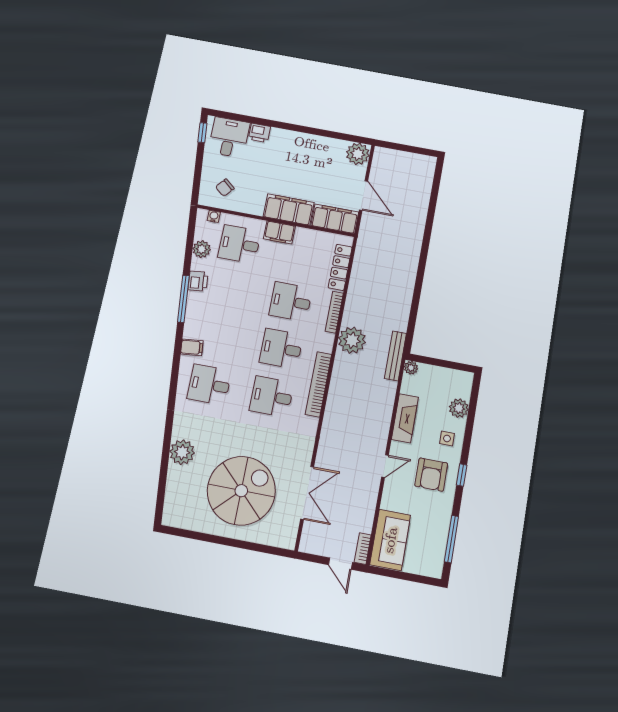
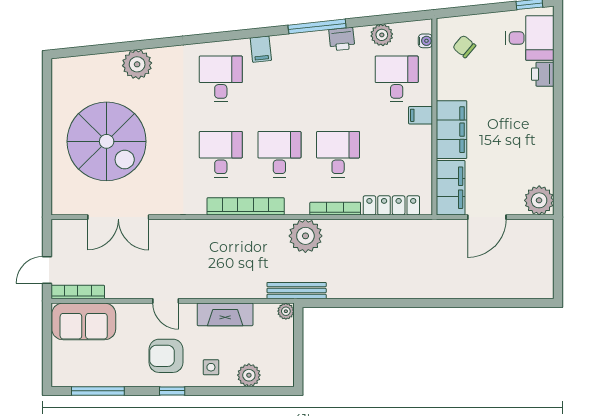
filing cabinet: (279, 232) -> (421, 115), width x0.50
bookcase: (363, 549) -> (78, 292), width x1.56

